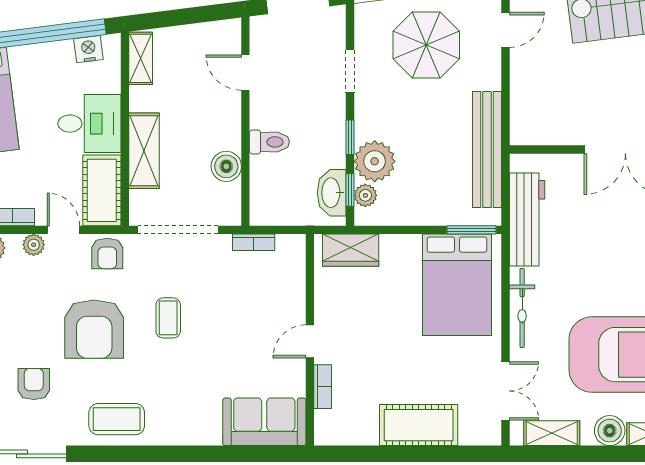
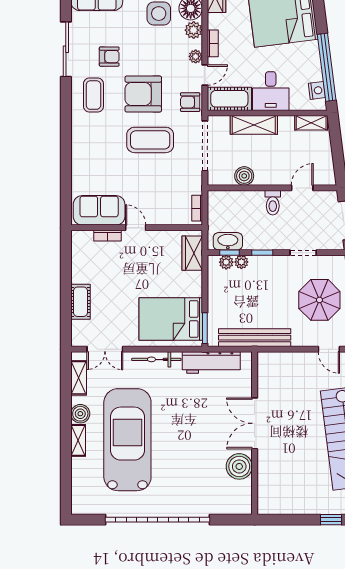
toilet: (269, 142) -> (273, 203), moved
plant: (375, 161) -> (241, 262), width x0.53, depth x0.53
bookcase: (254, 242) -> (197, 208), moved
coffee table: (168, 318) -> (150, 140), width x1.86, depth x1.72
coffee table: (117, 419) -> (93, 95), moved
sofa: (264, 422) -> (99, 210), moved, turned -90
cot: (419, 425) -> (81, 302), width x0.73, depth x0.75

